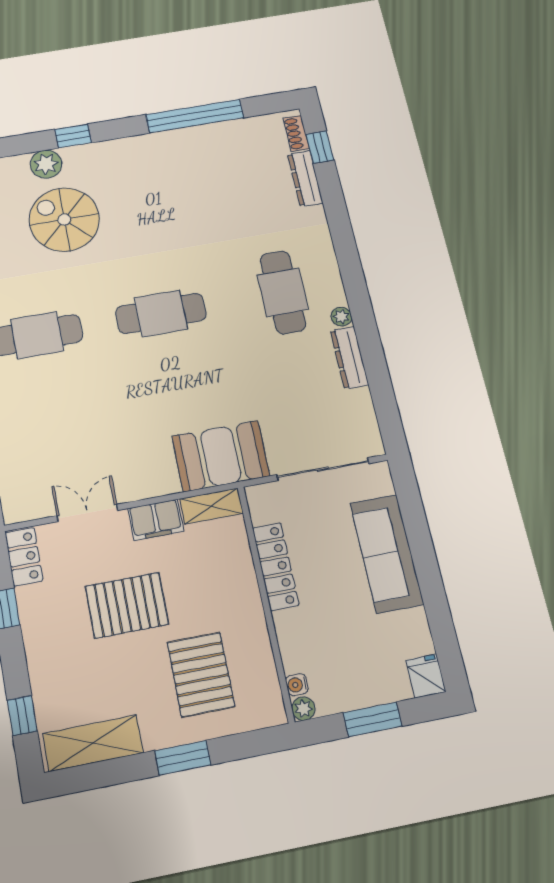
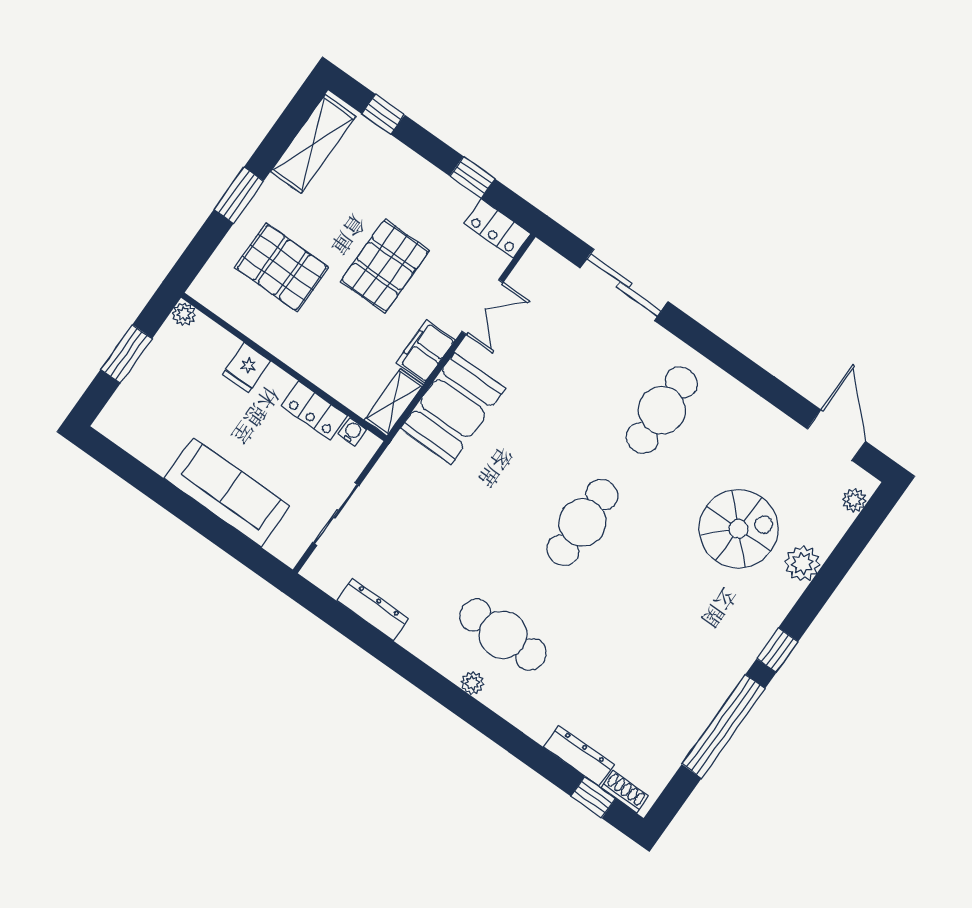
window: (73, 136) -> (777, 650), moved
plant: (341, 317) -> (472, 683), moved
dresser: (349, 358) -> (373, 610), moved
booth: (221, 456) -> (453, 408), moved
sliding door: (323, 469) -> (336, 514), width x0.73
locker: (276, 566) -> (315, 411), width x0.66
fridge: (426, 676) -> (246, 368), moved, turned 90
water cooler: (297, 685) -> (352, 432), moved

